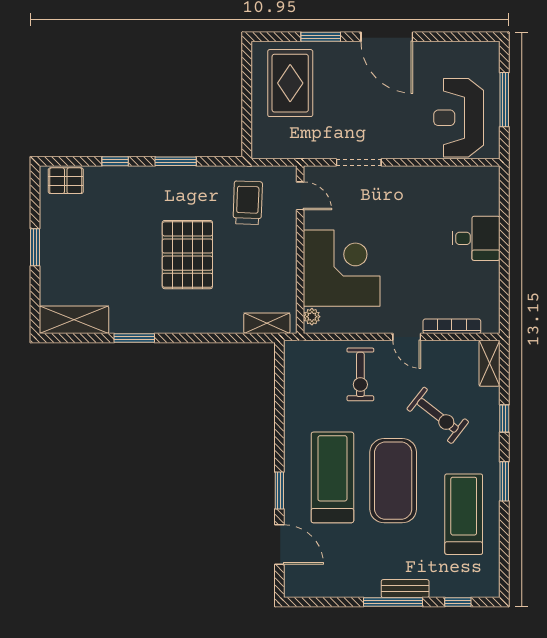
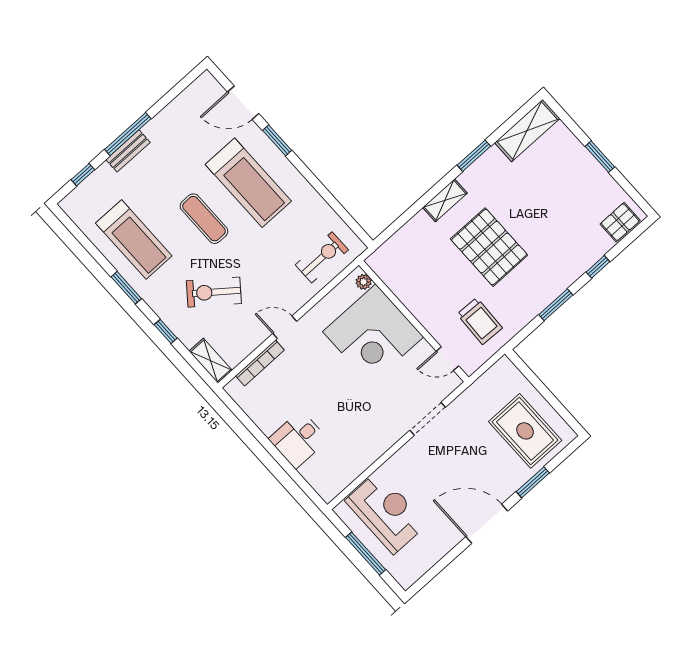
shelving: (267, 323) -> (445, 200), moved
exercise bike: (360, 374) -> (322, 257), moved, turned 90
exercise mat: (393, 481) -> (204, 219), width x0.50, depth x0.69

